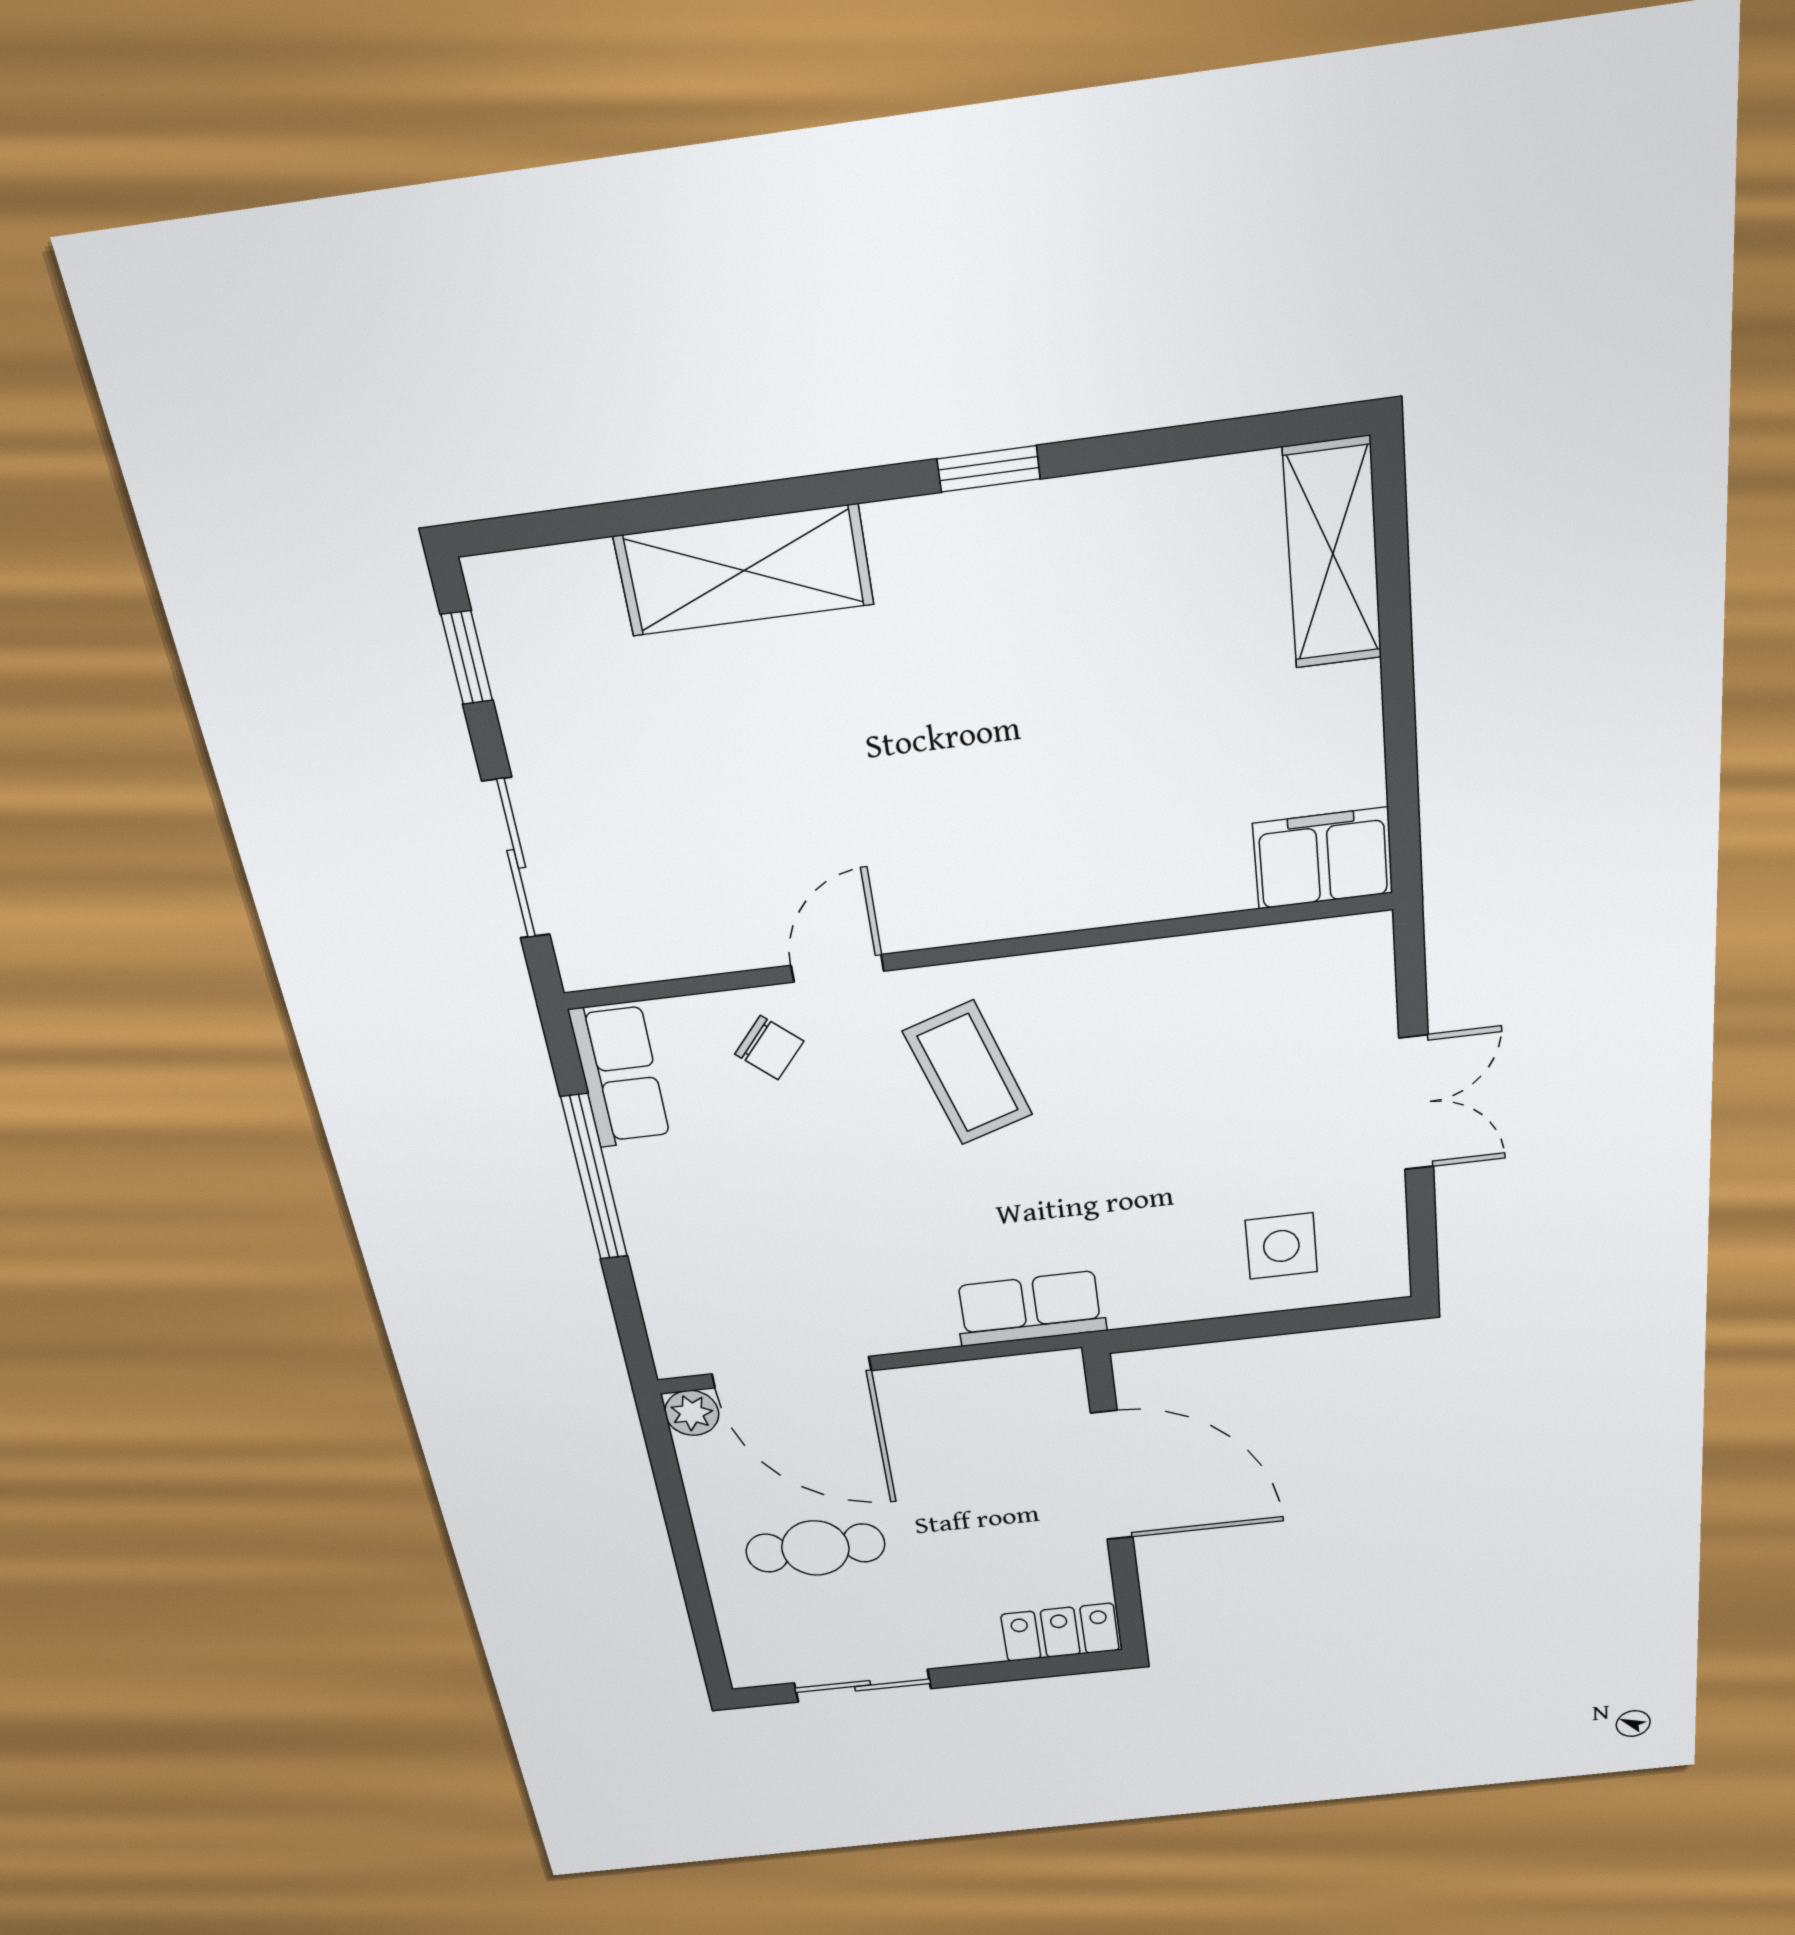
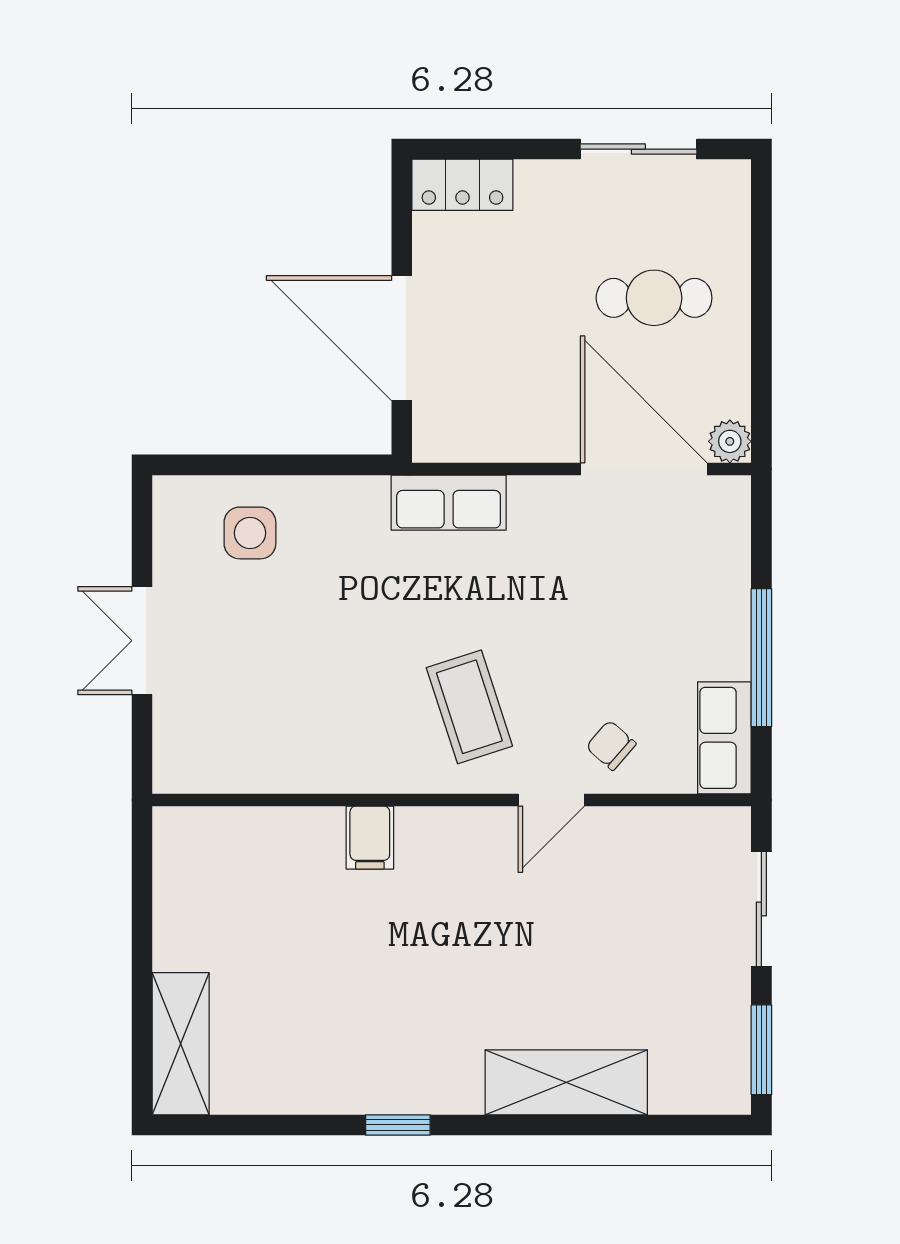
window: (467, 658) -> (761, 1050), width x1.50
filing cabinet: (1323, 858) -> (370, 838), moved, width x0.50

